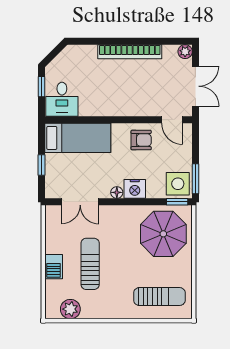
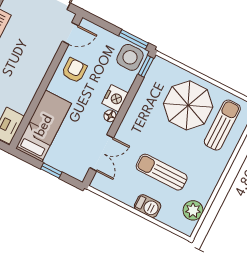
parasol: (163, 234) -> (188, 105), moved

